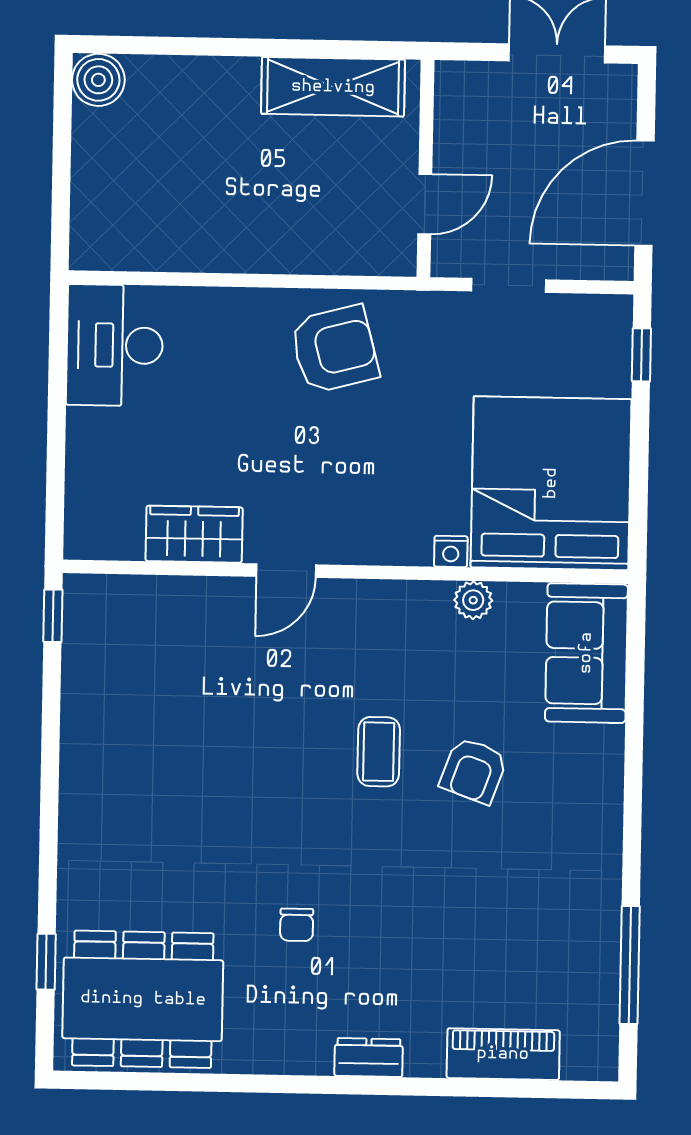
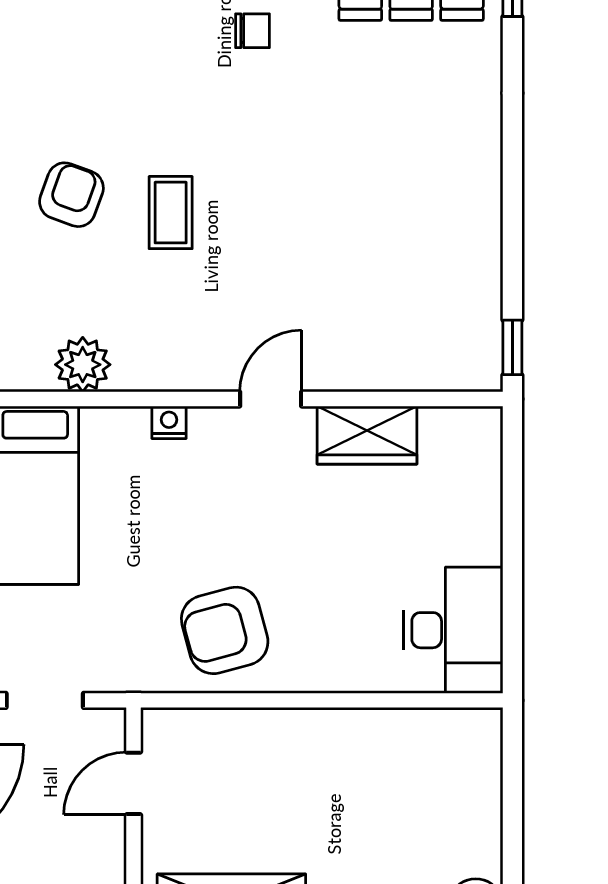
nightstand: (451, 551) -> (169, 422), moved
plant: (473, 600) -> (83, 365), width x1.38, depth x1.38
chair: (297, 925) -> (252, 31), turned 90

